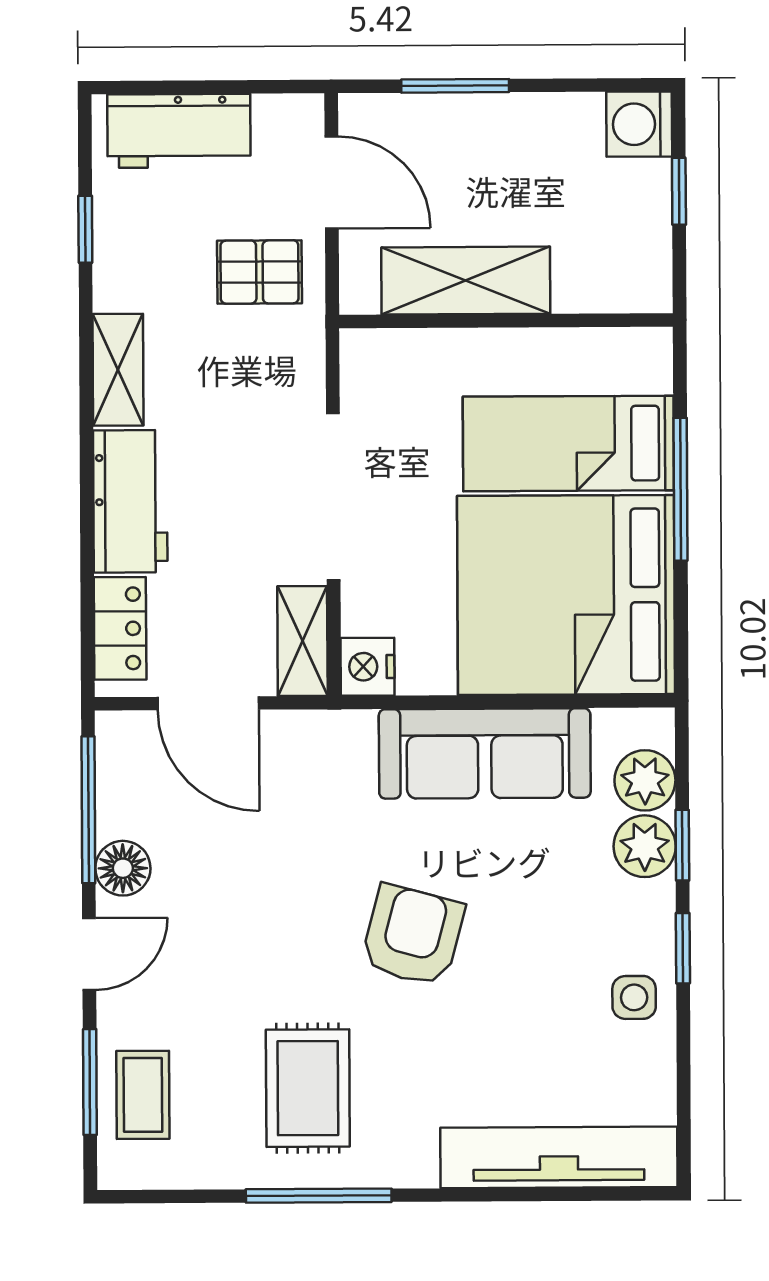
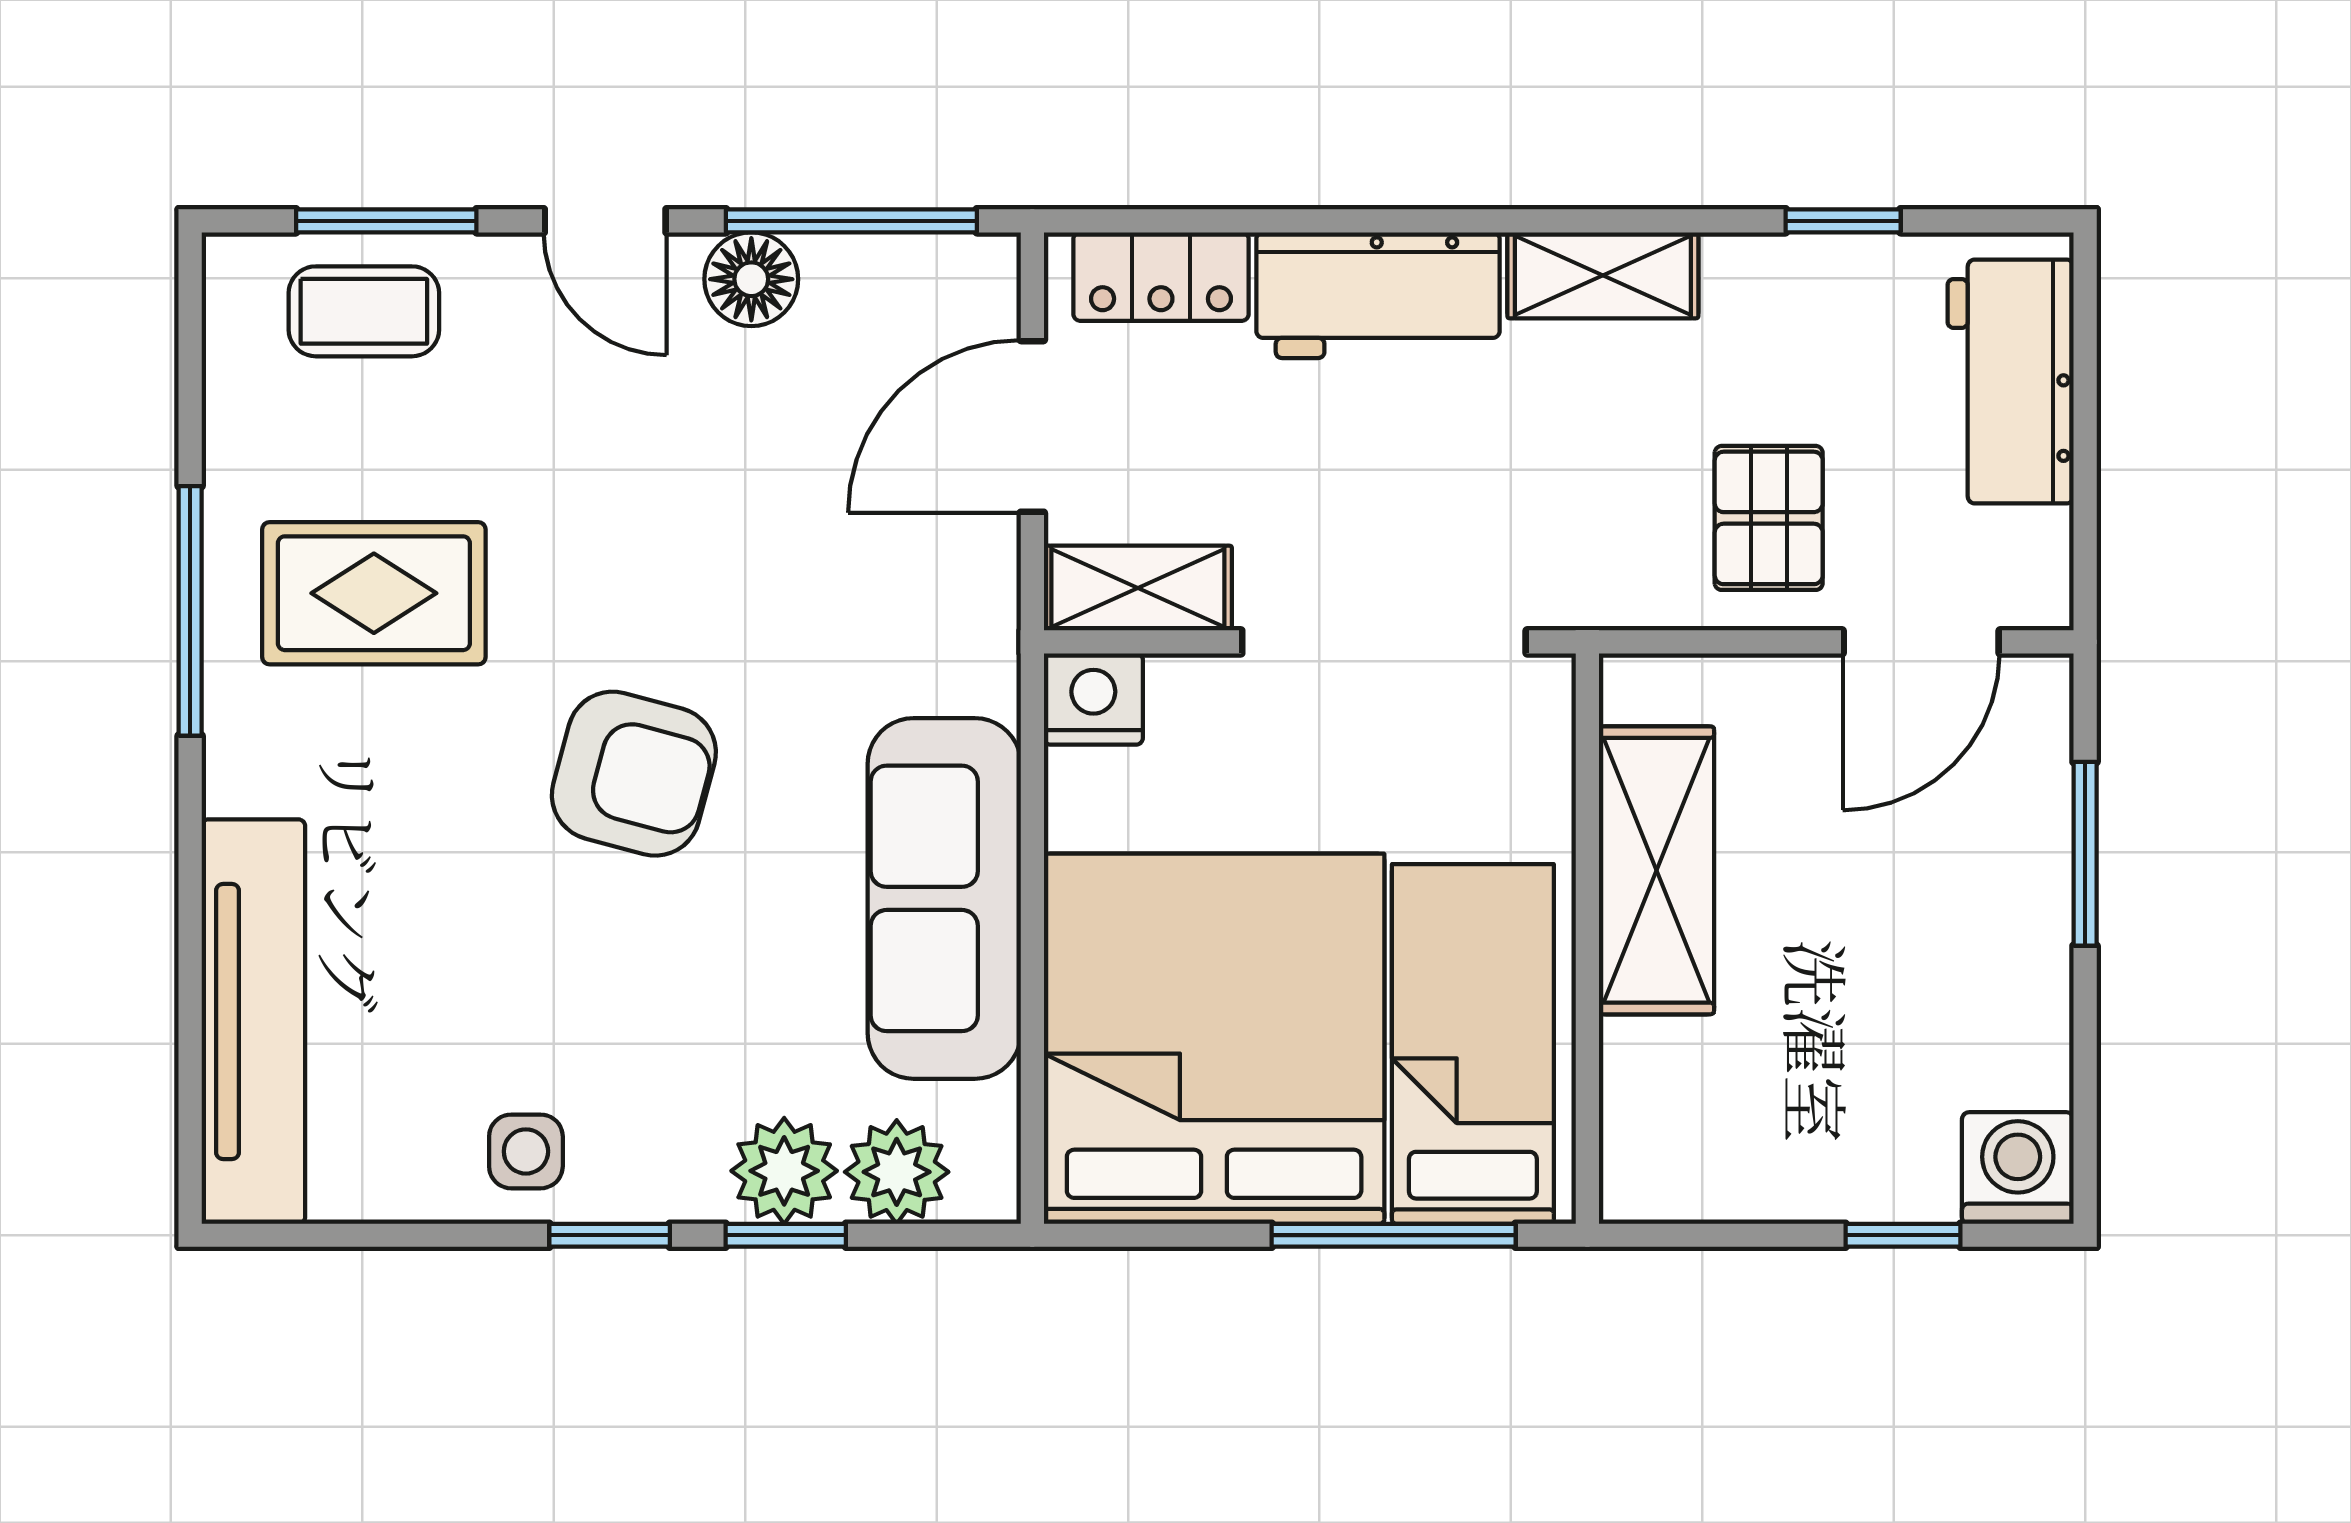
shelving: (466, 281) -> (1656, 870), moved
wall: (506, 321) -> (1587, 939), moved

